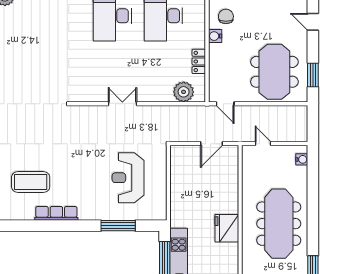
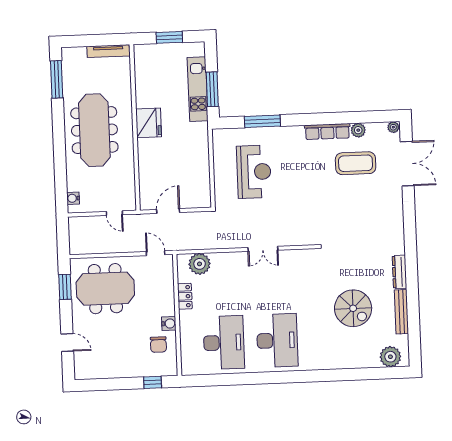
spiral stairs: (39, 44) -> (353, 308), added
meeting table: (274, 72) -> (105, 289), turned 90
plant: (27, 213) -> (358, 130), added

